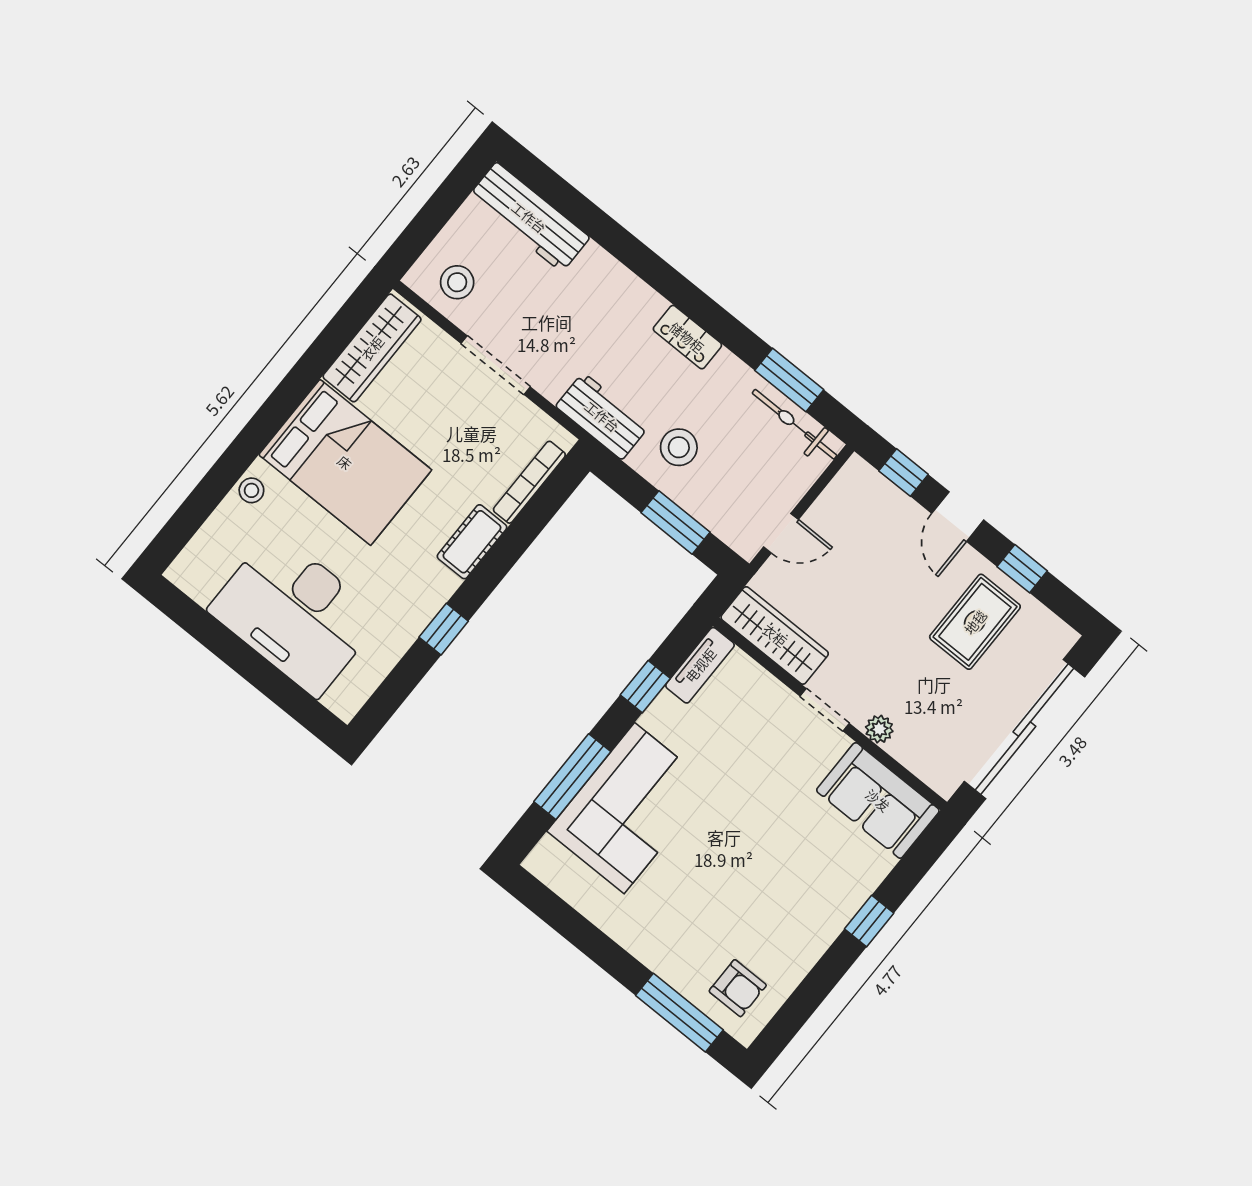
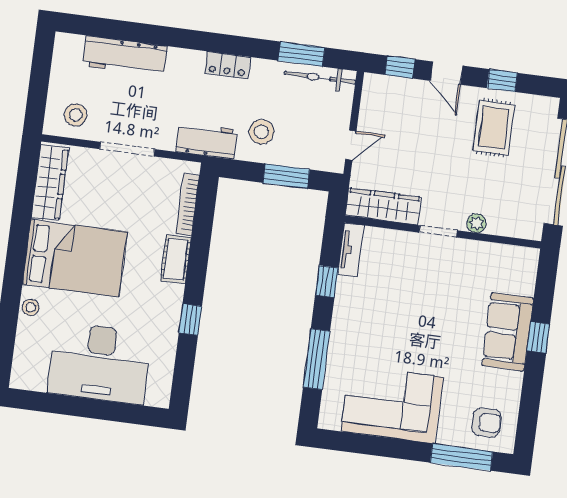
workbench: (529, 217) -> (125, 56), moved
sofa: (878, 800) -> (508, 332), moved, turned 90
corner sofa: (629, 808) -> (392, 404), moved, turned -90

